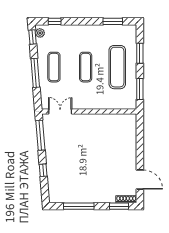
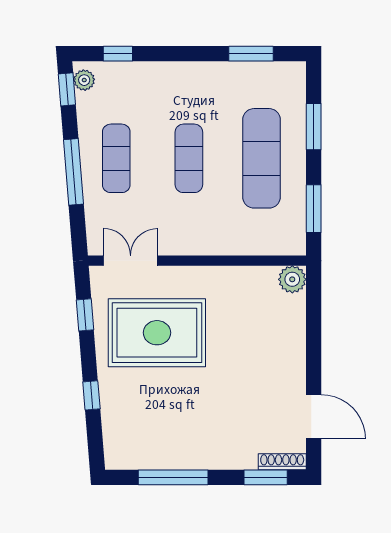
plant: (131, 120) -> (292, 279), added
window: (40, 135) -> (85, 315), width x0.46
rug: (72, 143) -> (157, 333), added

